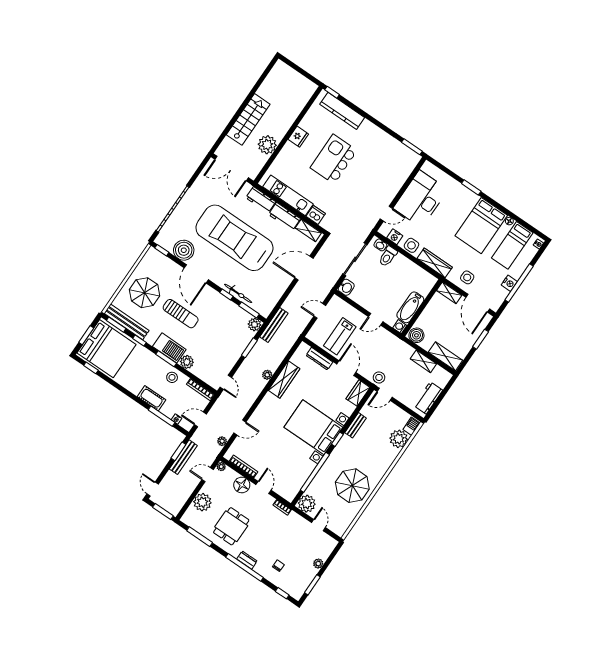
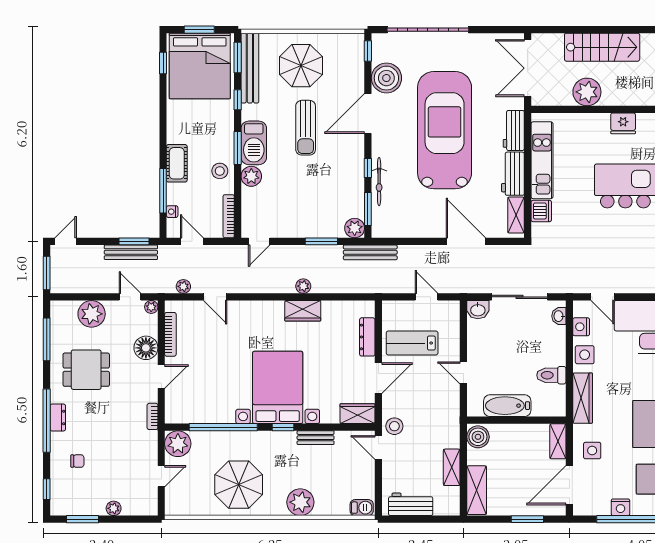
toilet: (388, 256) -> (551, 375), moved
washing machine: (400, 327) -> (475, 409), removed
wardrobe: (284, 379) -> (303, 311), width x0.67
plant: (399, 439) -> (300, 502), moved

